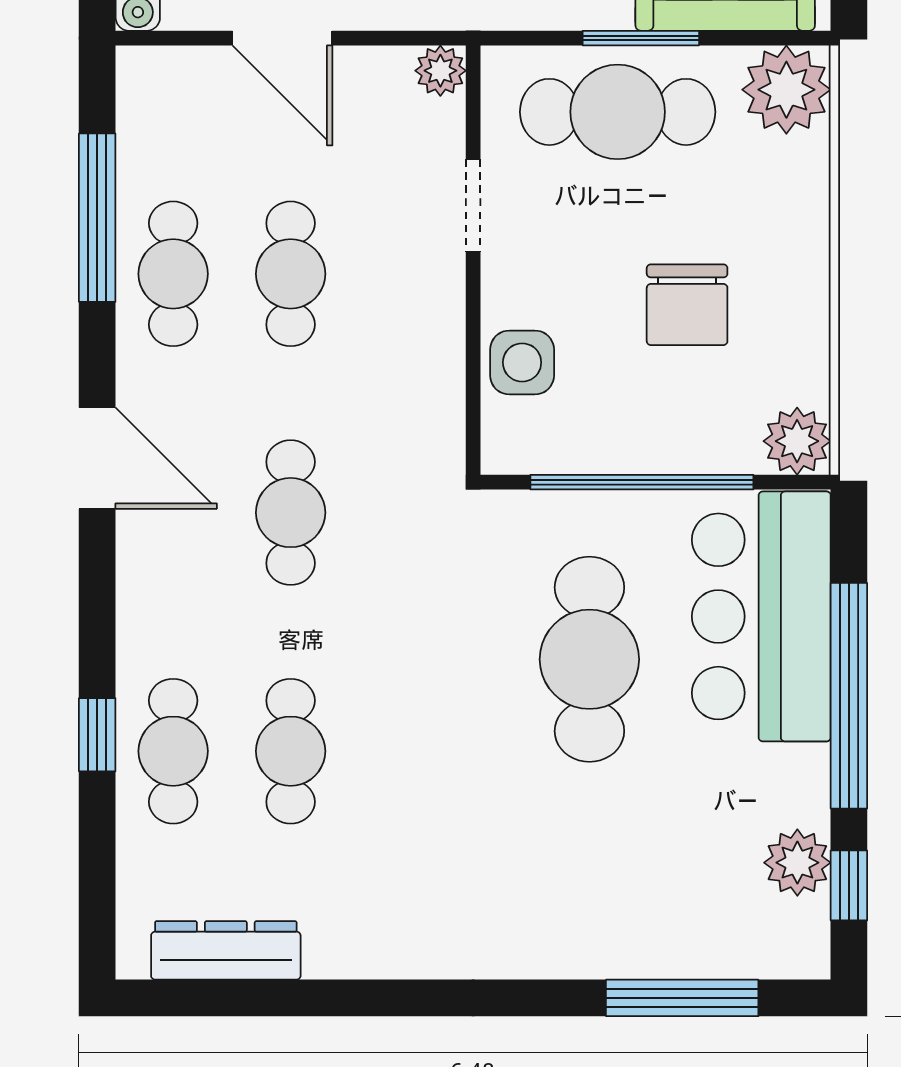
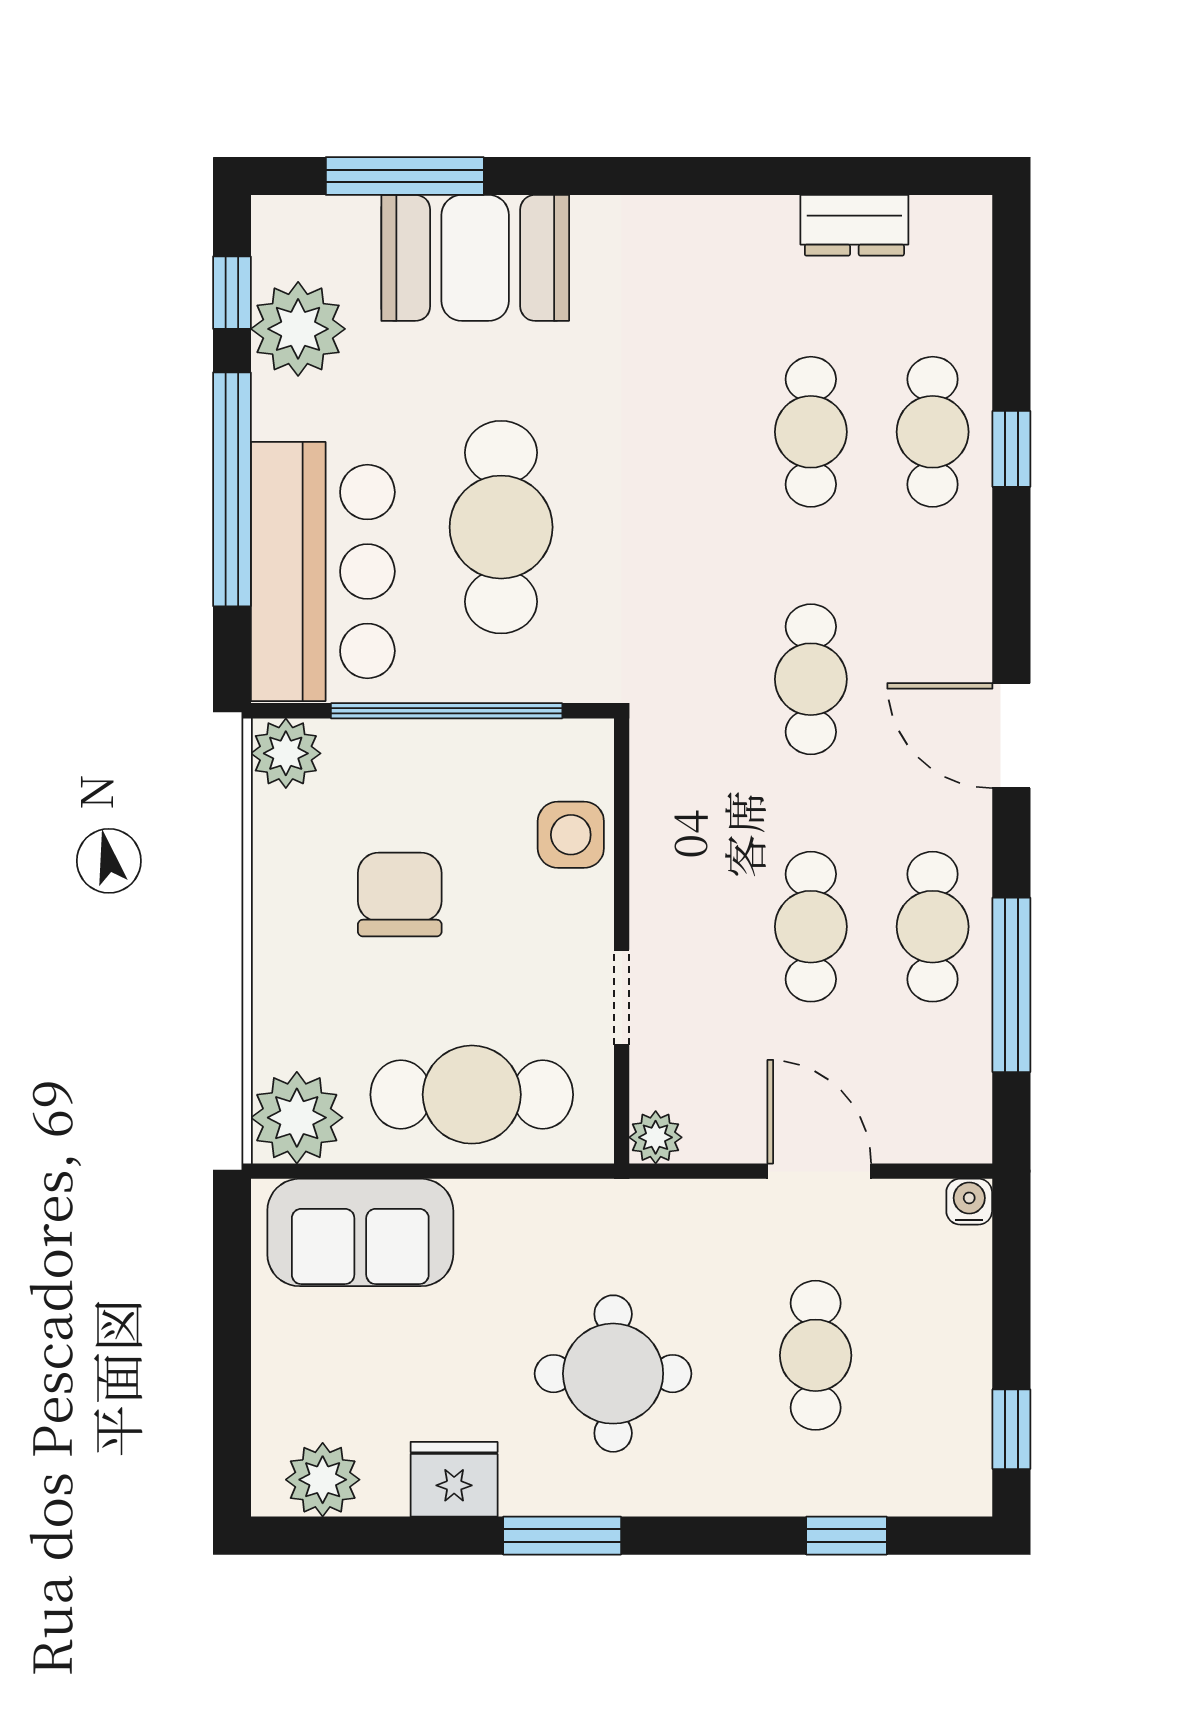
window: (641, 38) -> (448, 1171), removed
plant: (797, 863) -> (298, 329), width x1.36, depth x1.36
booth: (614, 919) -> (475, 258), added
dresser: (226, 950) -> (854, 225), width x0.70

